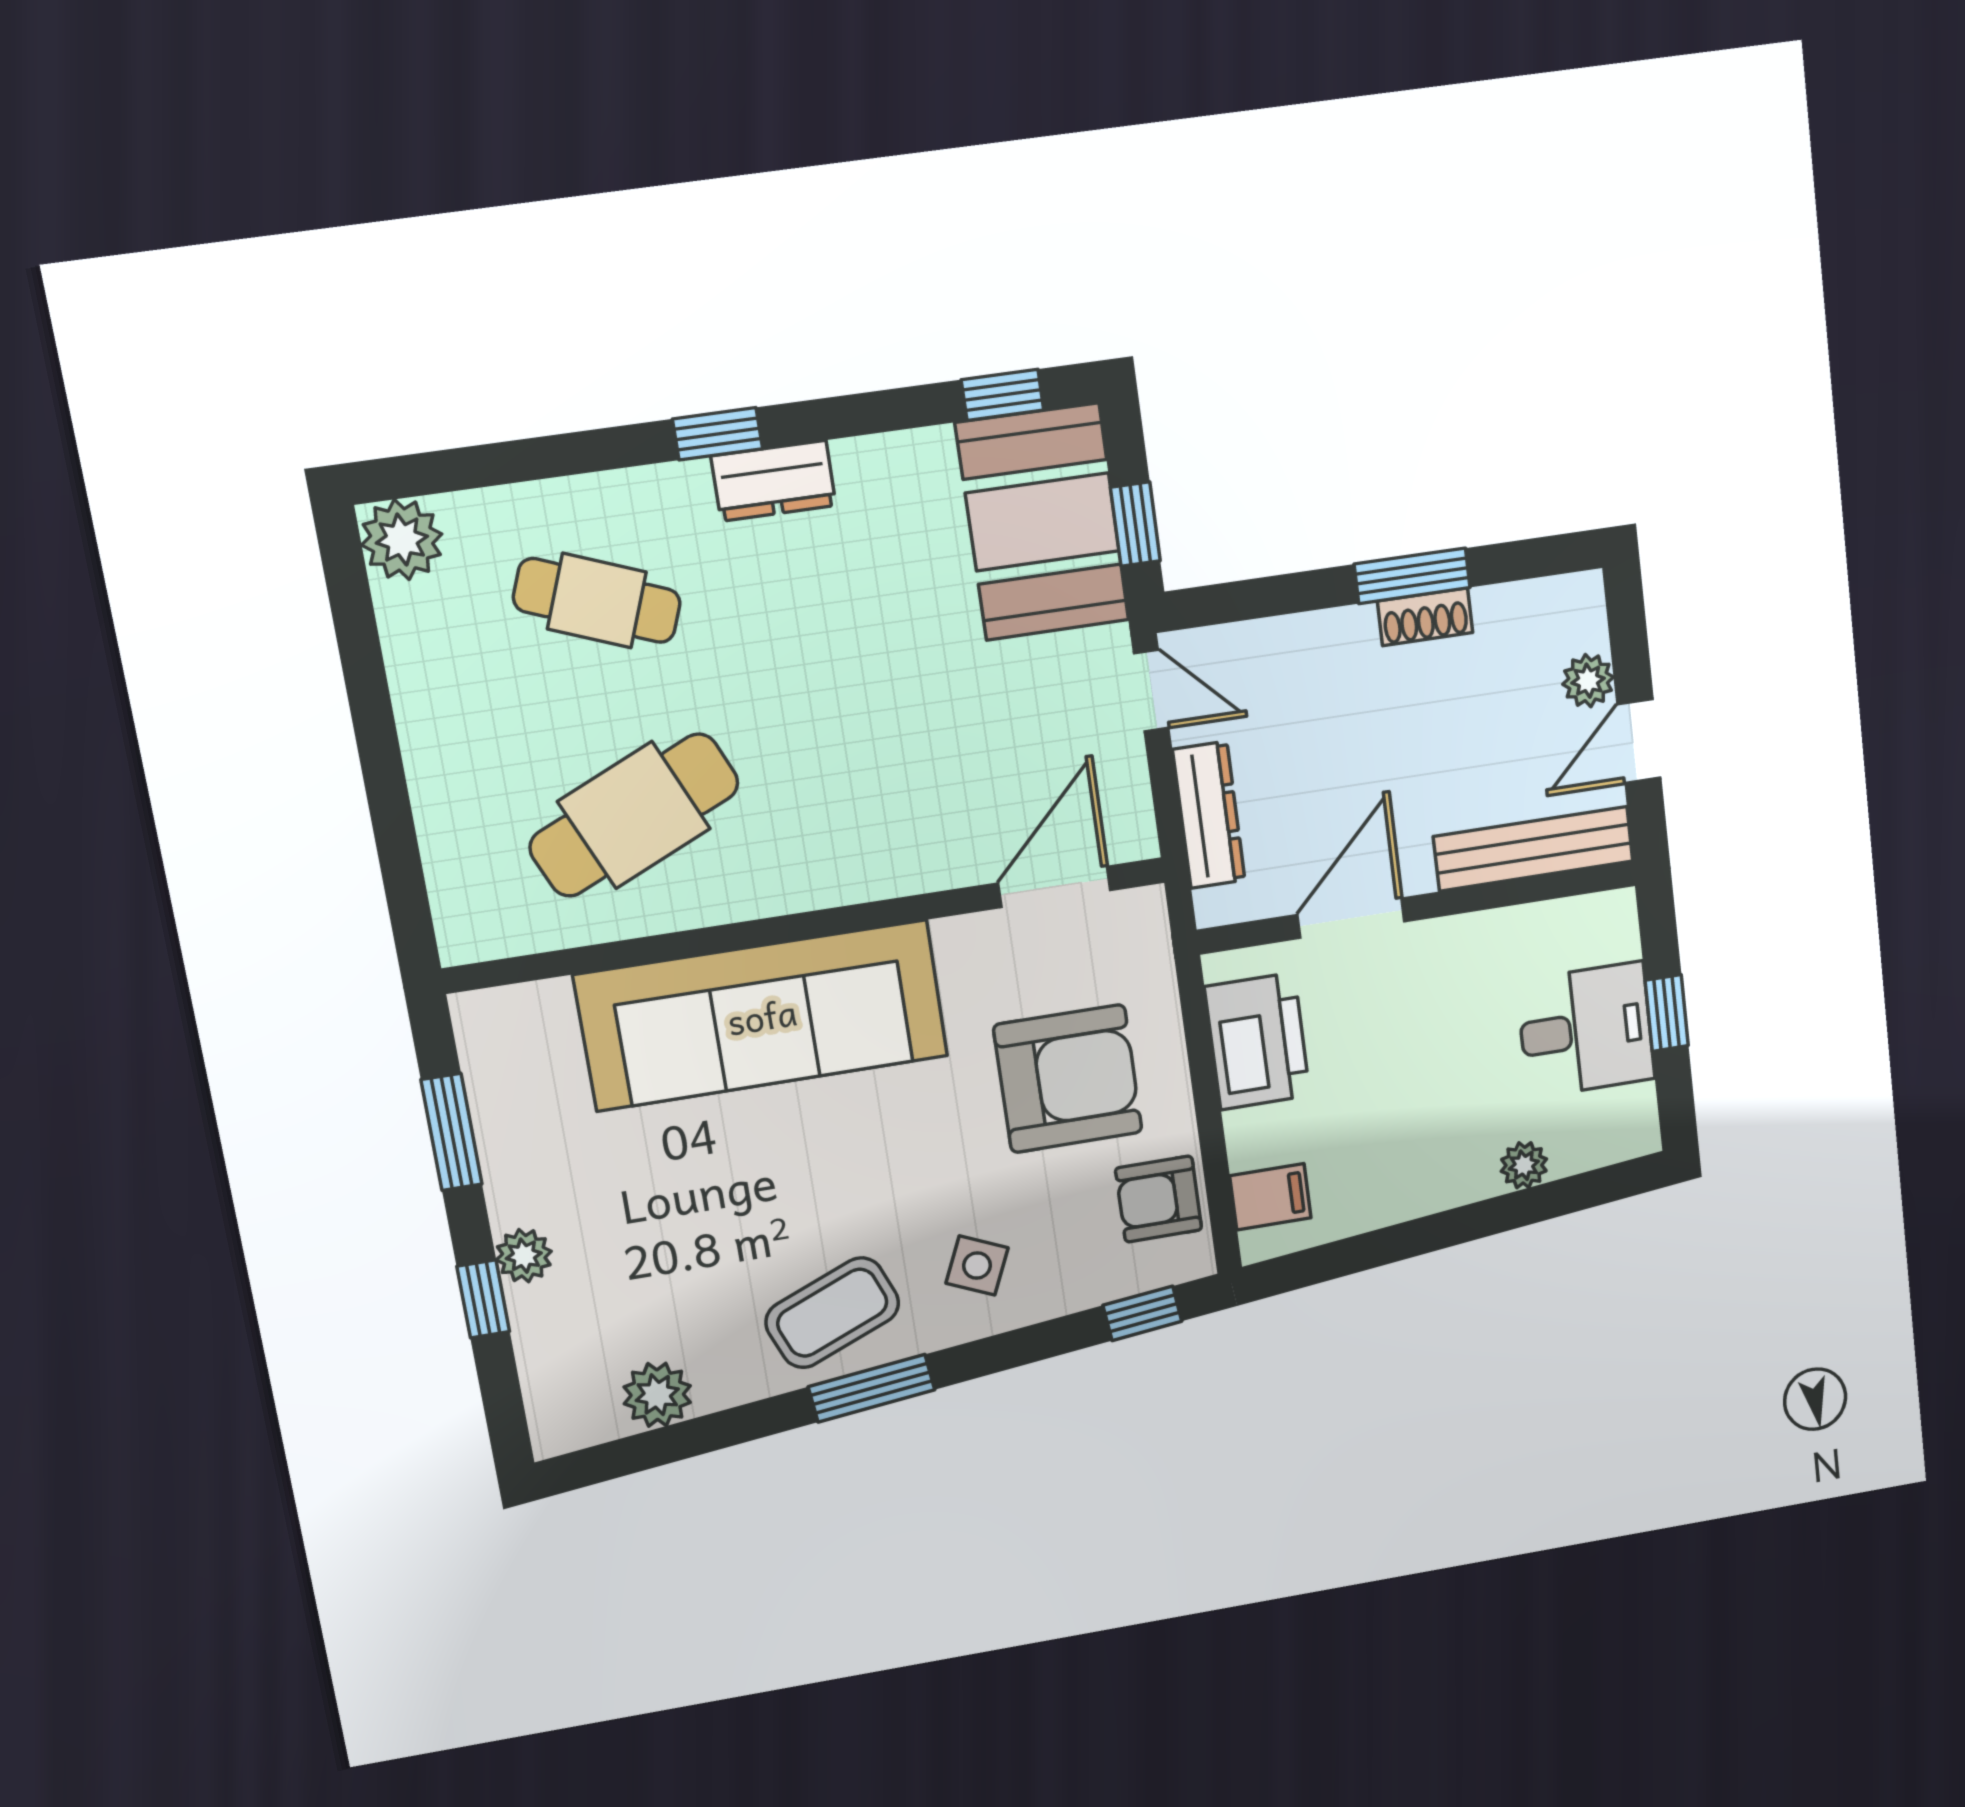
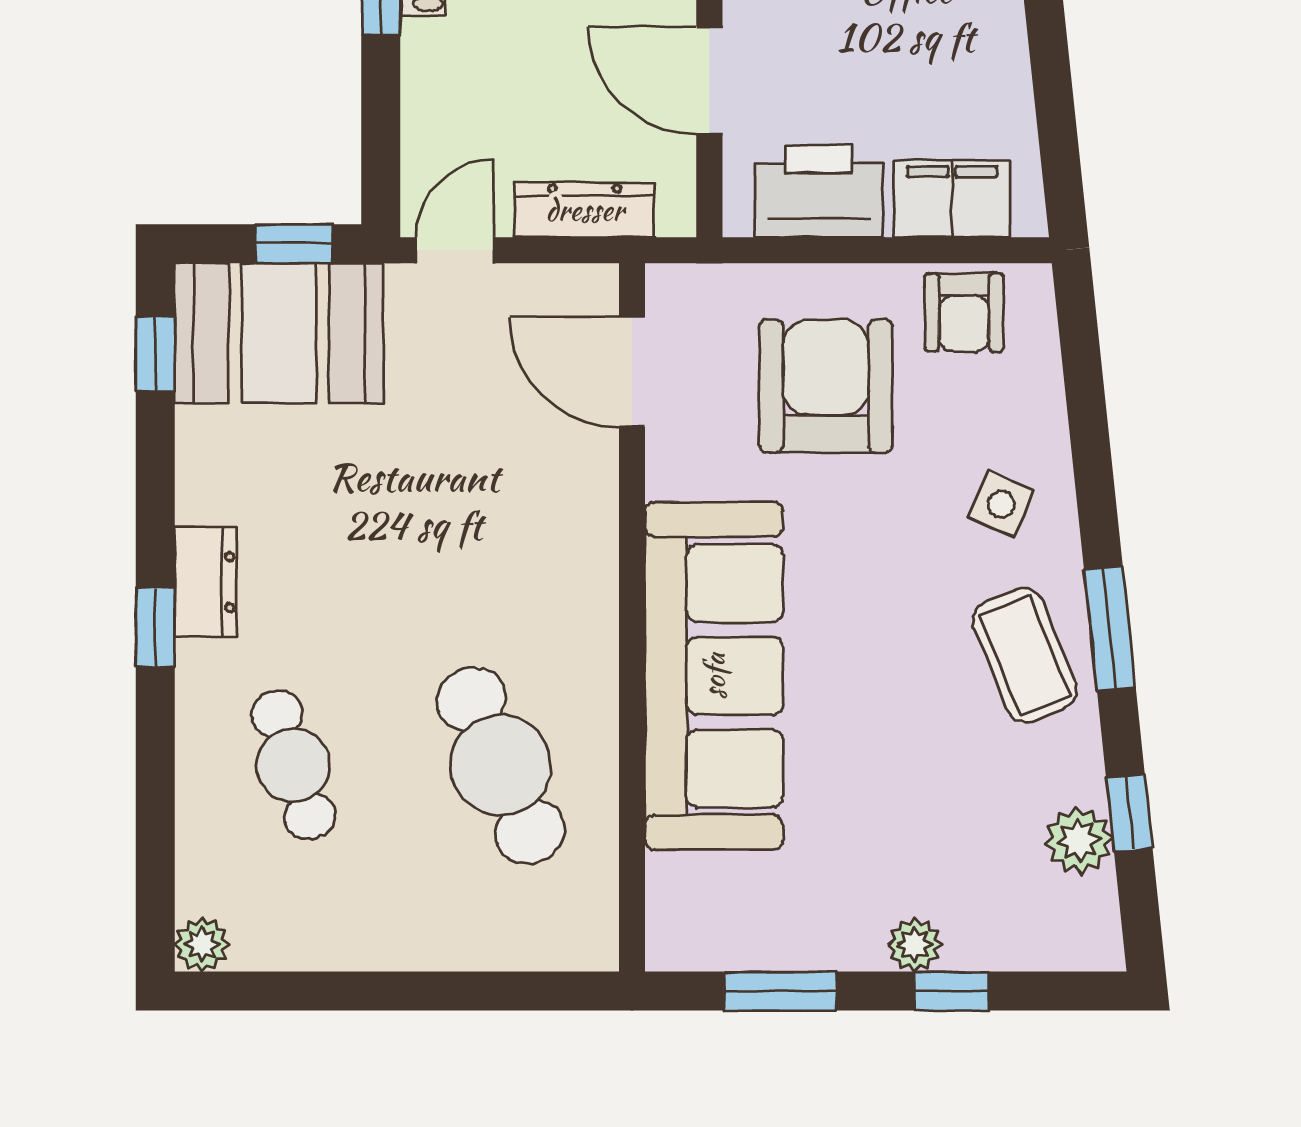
plant: (402, 540) -> (202, 944), width x0.73, depth x0.73
cafe table: (597, 601) -> (293, 765), turned -39
filing cabinet: (1270, 1197) -> (952, 199), width x2.00
window: (1142, 1313) -> (1129, 813), moved

